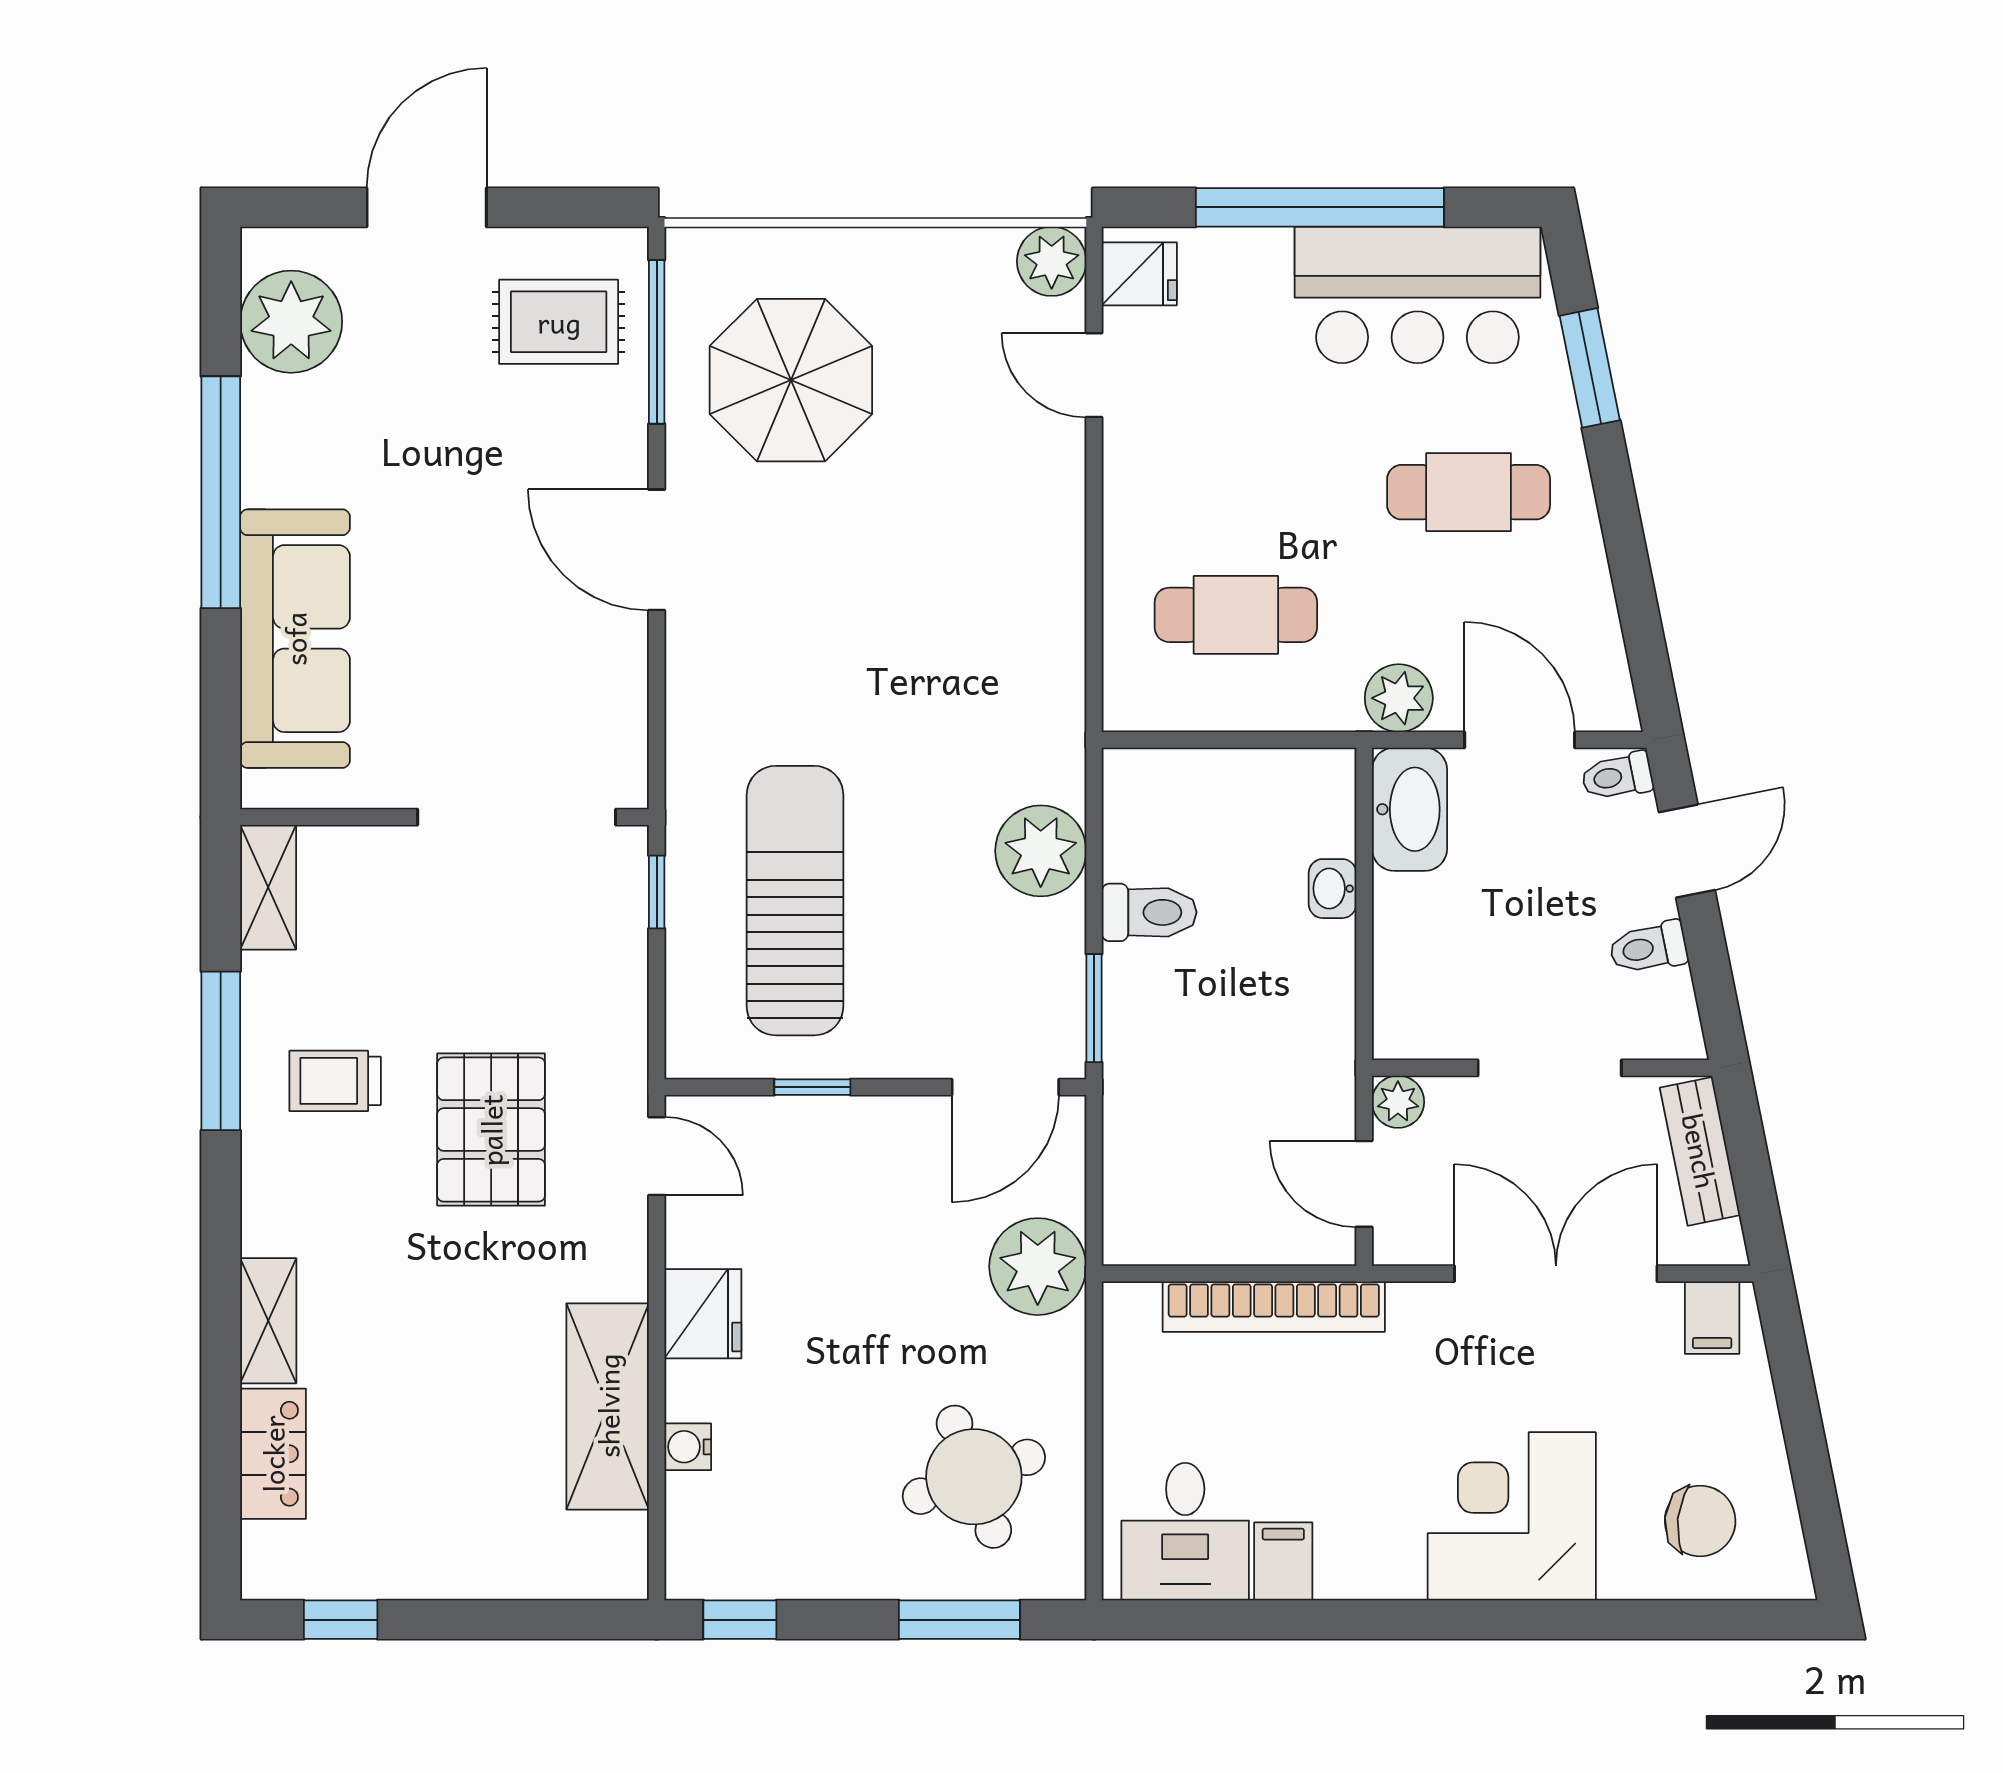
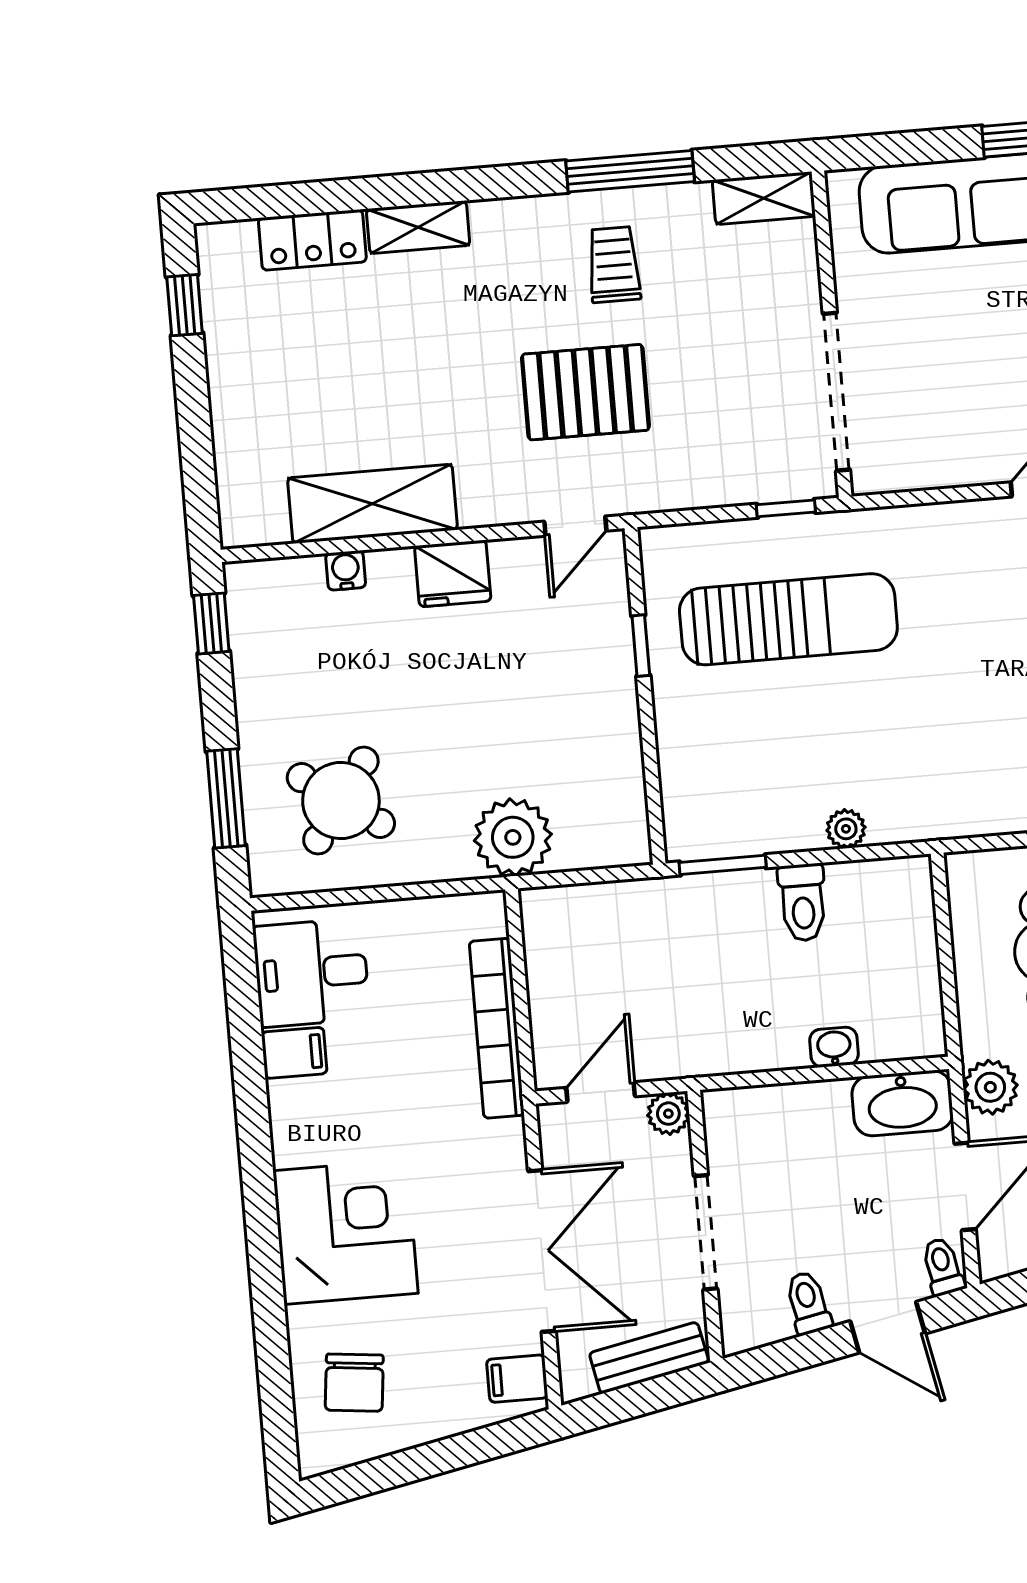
plant: (1041, 851) -> (846, 829), width x0.53, depth x0.53
door: (1005, 1087) -> (654, 799), removed
round table: (974, 1477) -> (341, 800), turned -35

